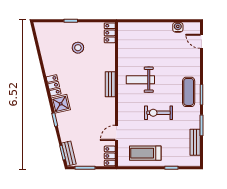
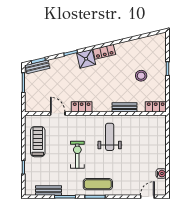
bench: (110, 84) -> (124, 107), moved
locker: (110, 156) -> (82, 107), moved

